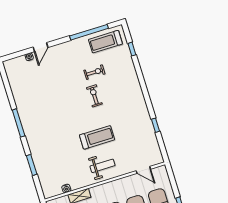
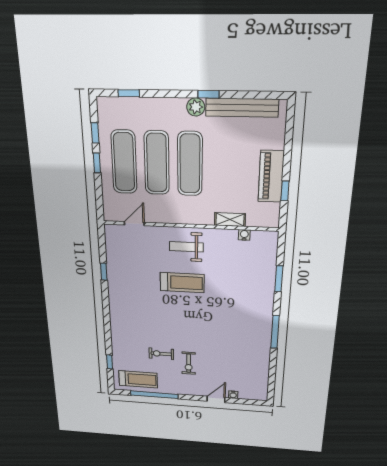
exercise bike: (94, 96) -> (189, 363), moved
treadmill: (97, 137) -> (182, 283), turned 180
door: (143, 170) -> (134, 224), hinge flipped

